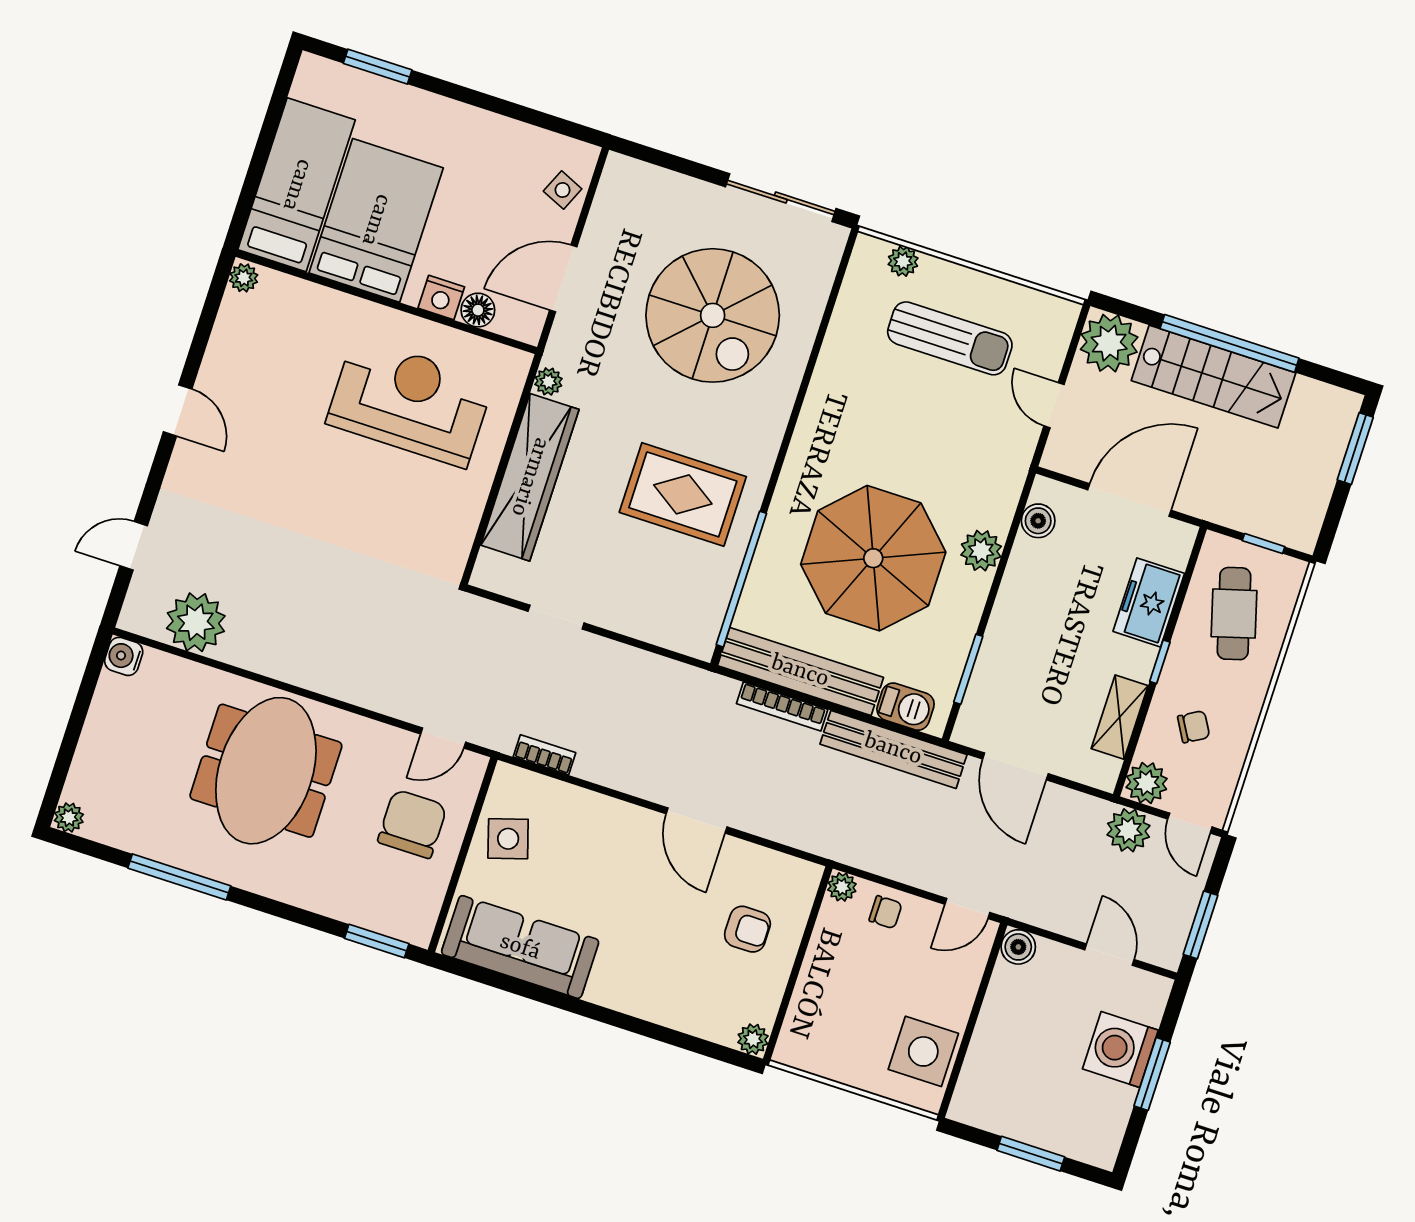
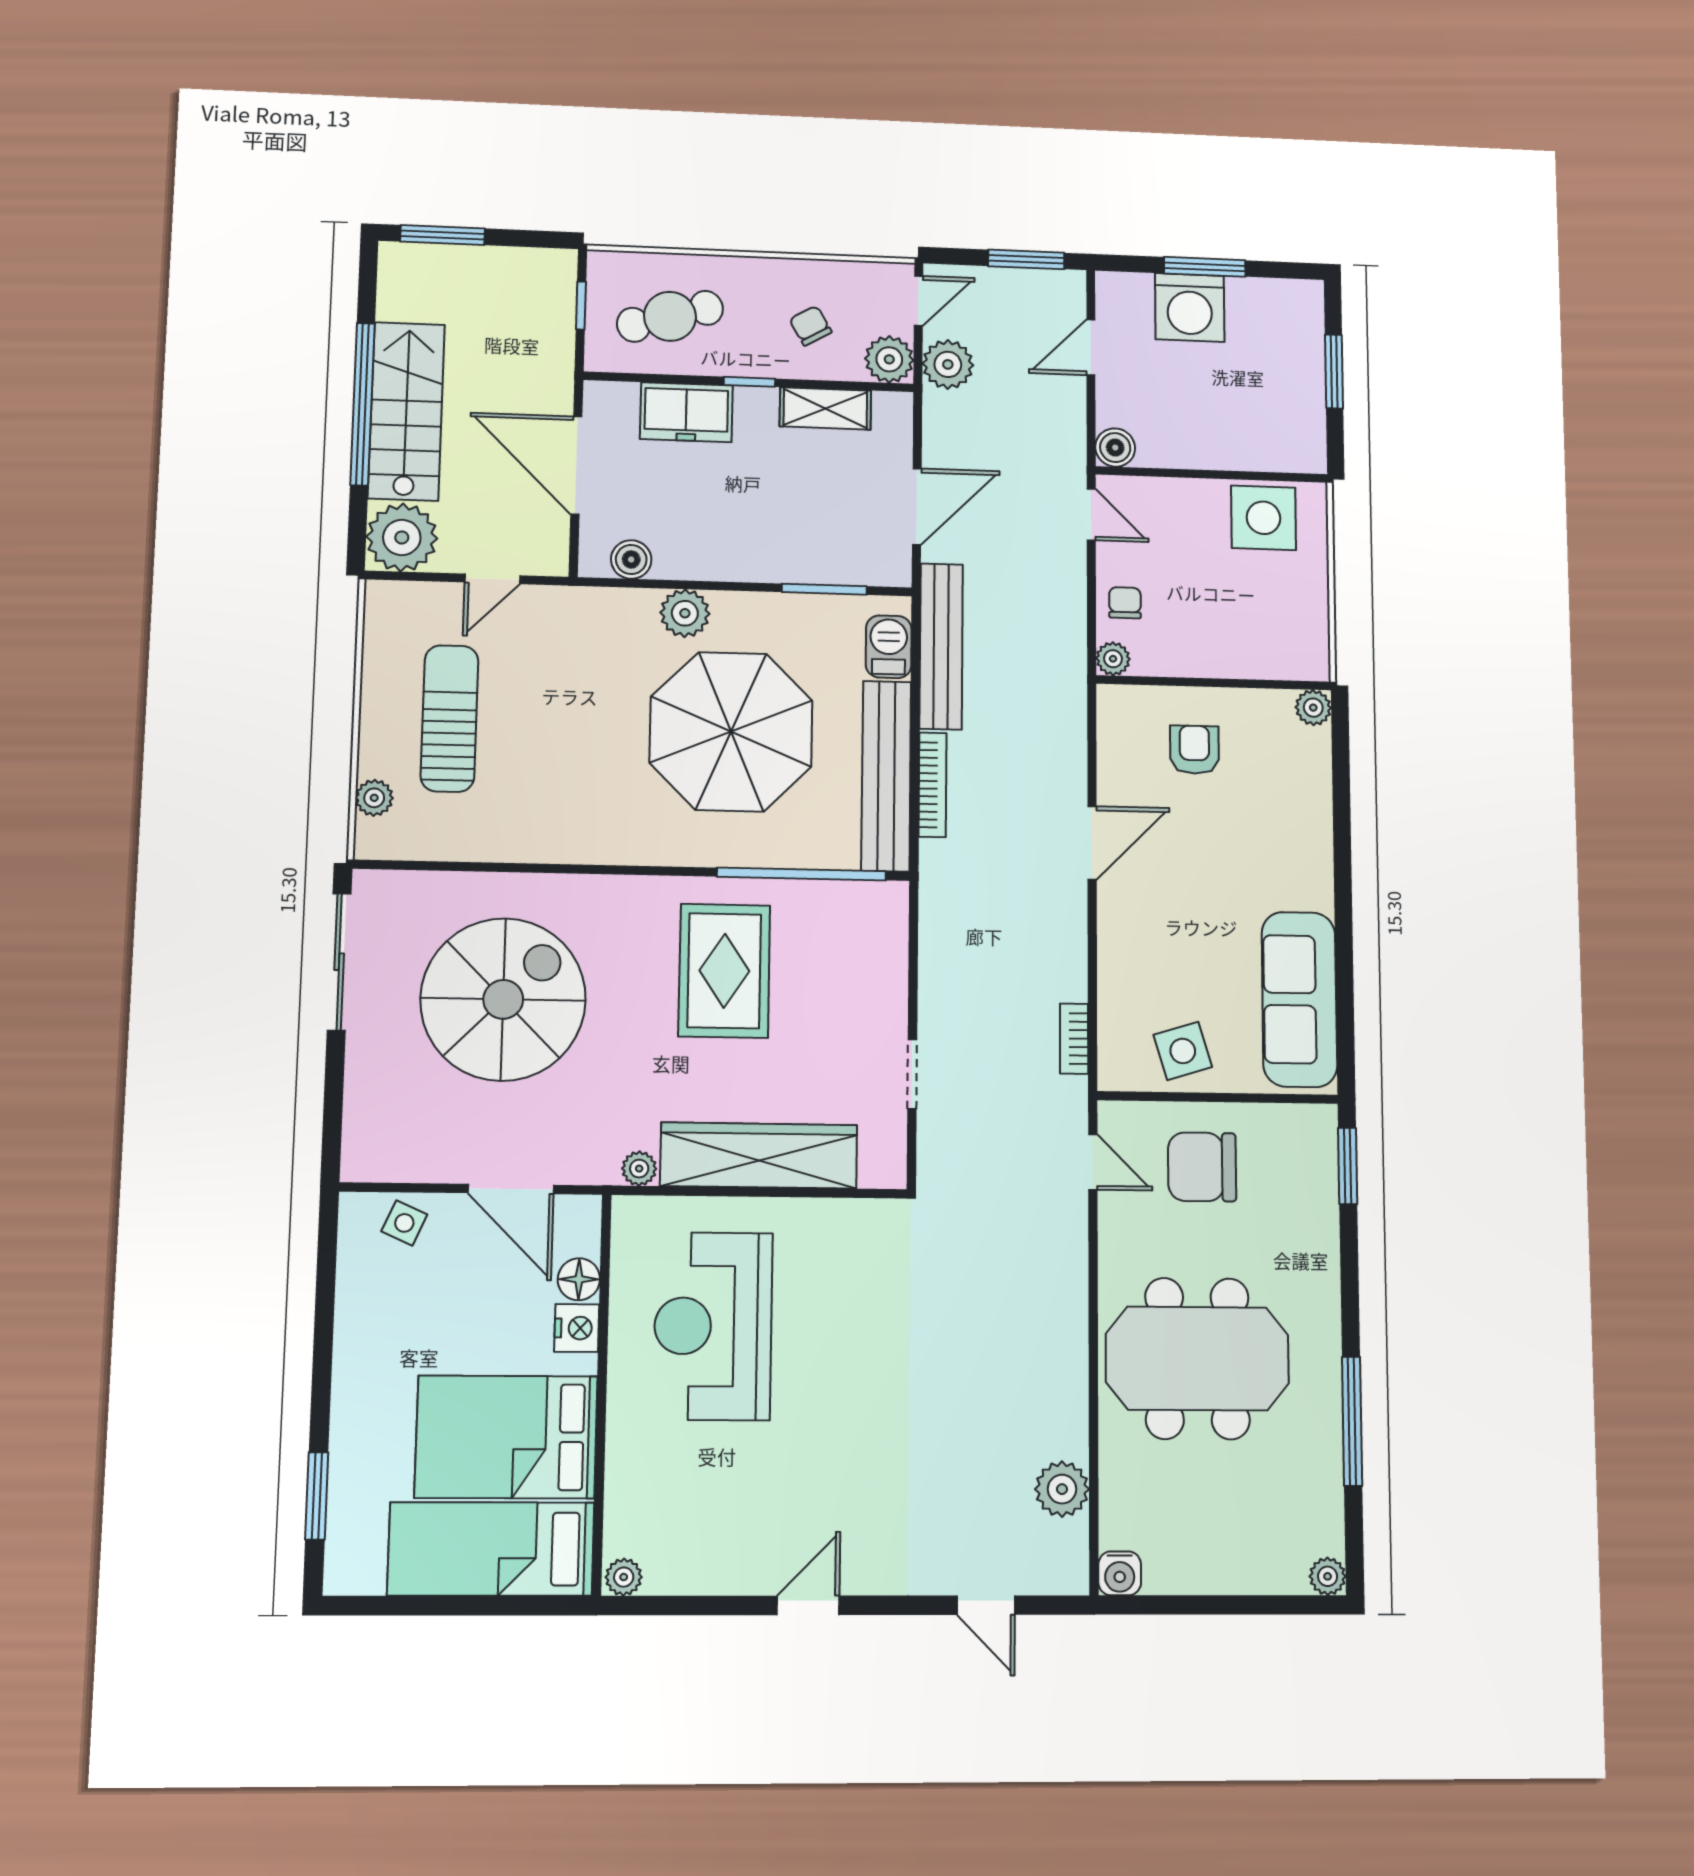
plant: (196, 622) -> (1062, 1489), width x0.73, depth x0.73

